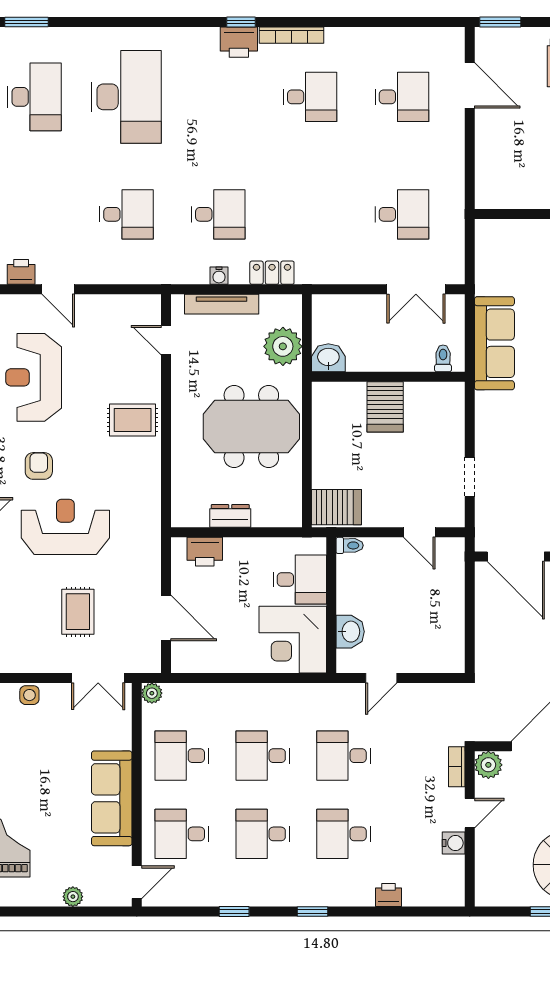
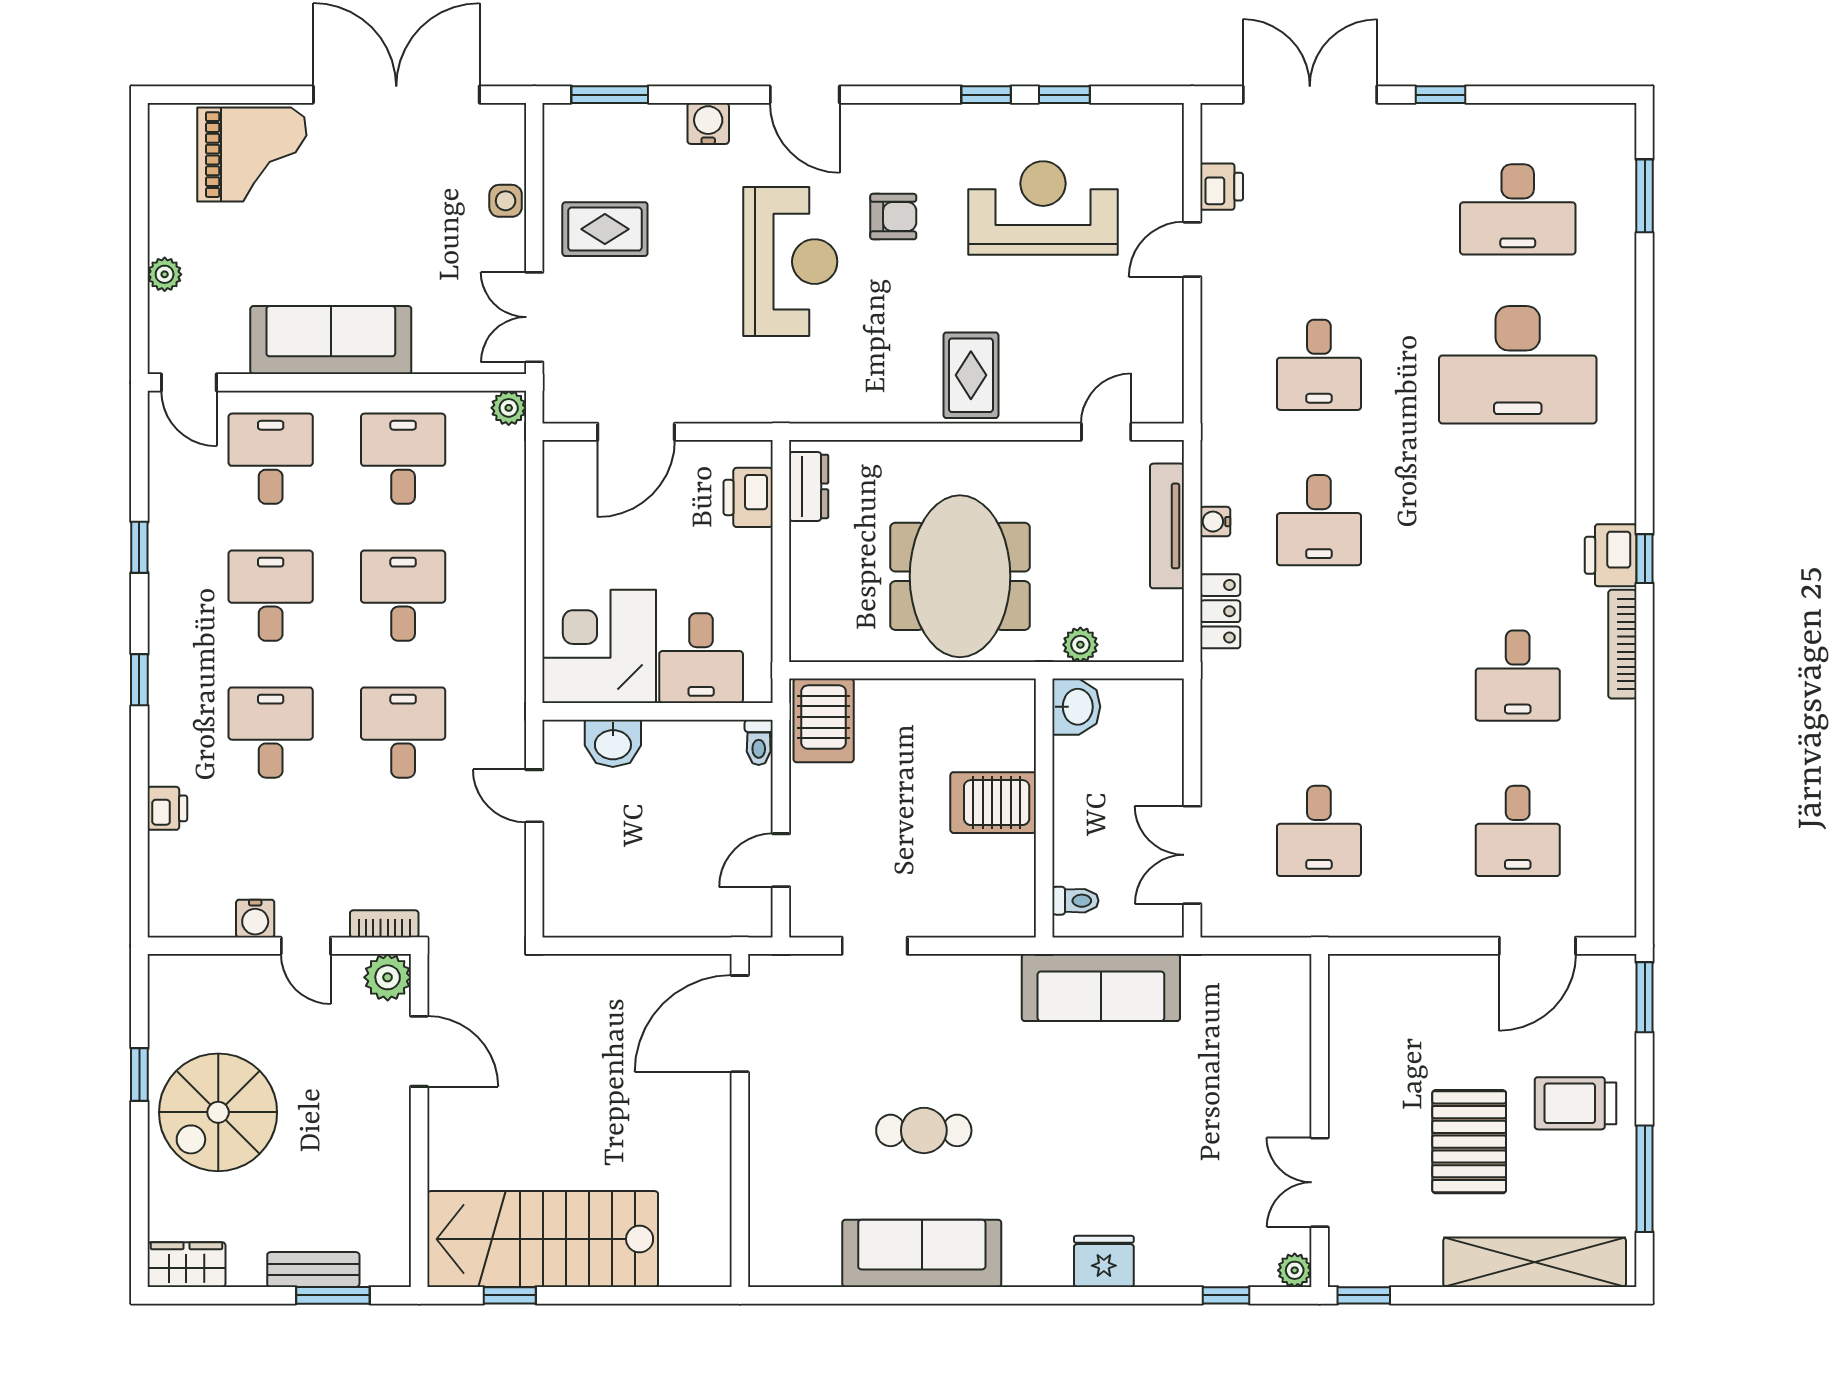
plant: (283, 346) -> (1080, 645), width x0.53, depth x0.53
dresser: (230, 516) -> (809, 486), moved
rug: (78, 612) -> (605, 229), moved

